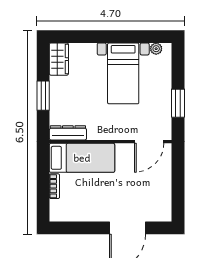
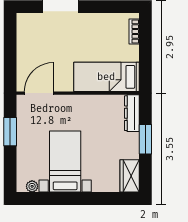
dresser: (68, 133) -> (132, 113), moved, turned 90
bookcase: (54, 186) -> (134, 31), moved

